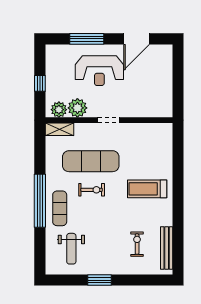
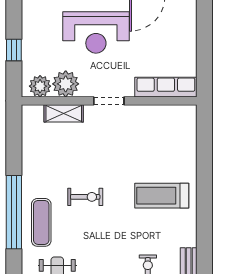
row of seats: (150, 110) -> (166, 87), added
shelving: (59, 129) -> (64, 113), moved
exercise mat: (91, 161) -> (84, 157), removed

